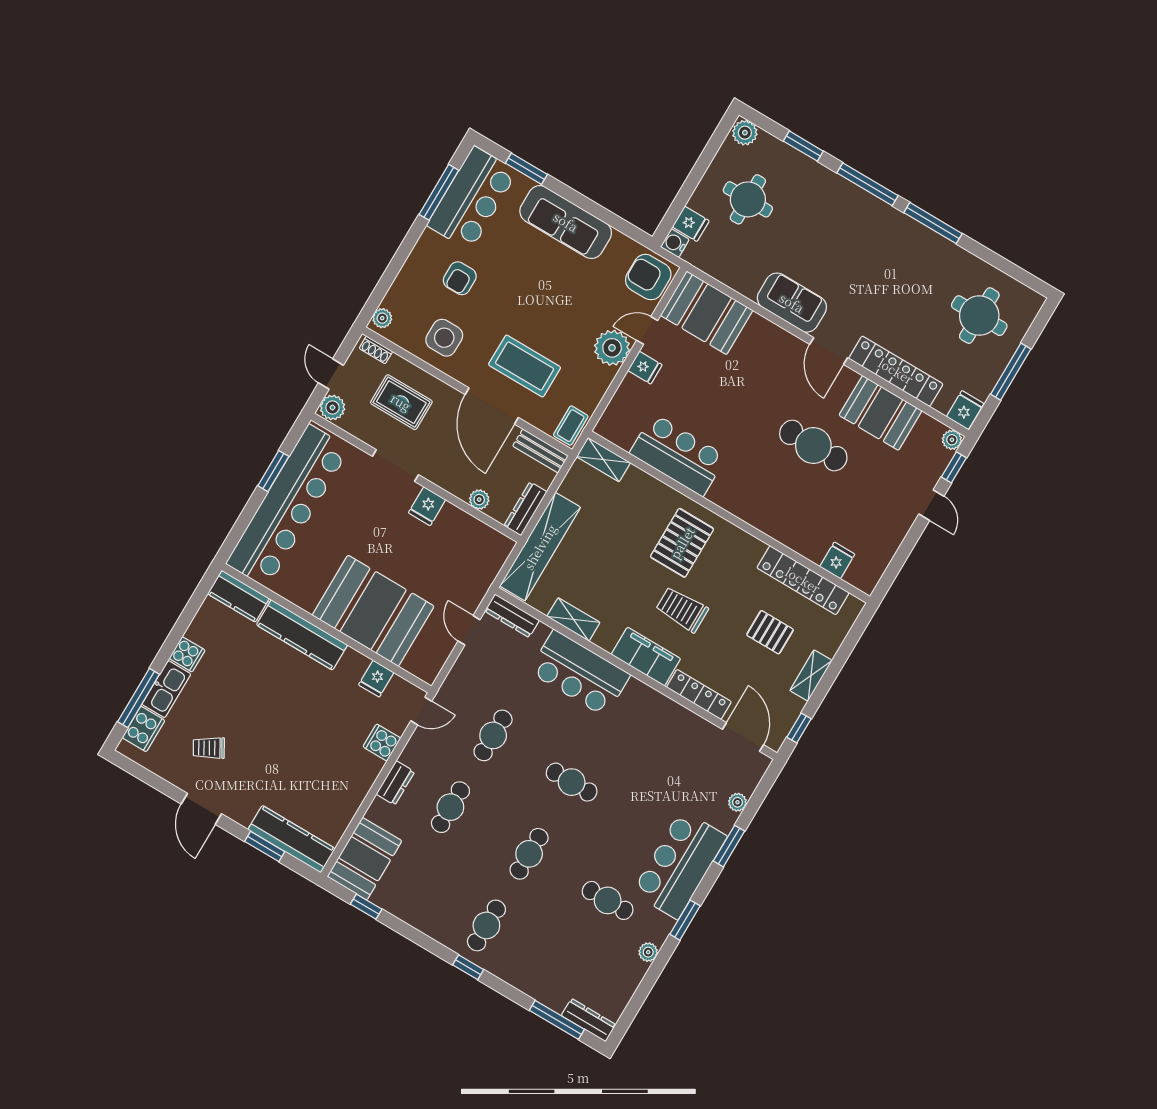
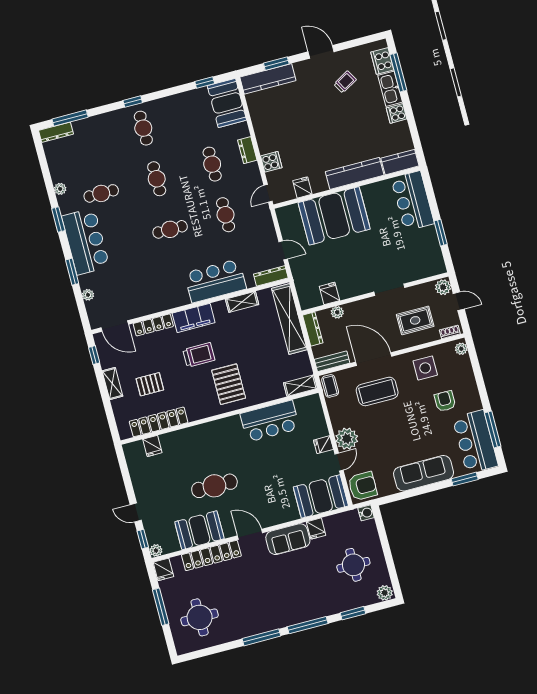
fridge: (691, 224) -> (316, 529), moved, turned -90
bar counter: (288, 506) -> (413, 201), width x0.54
fridge: (427, 506) -> (329, 293), moved

